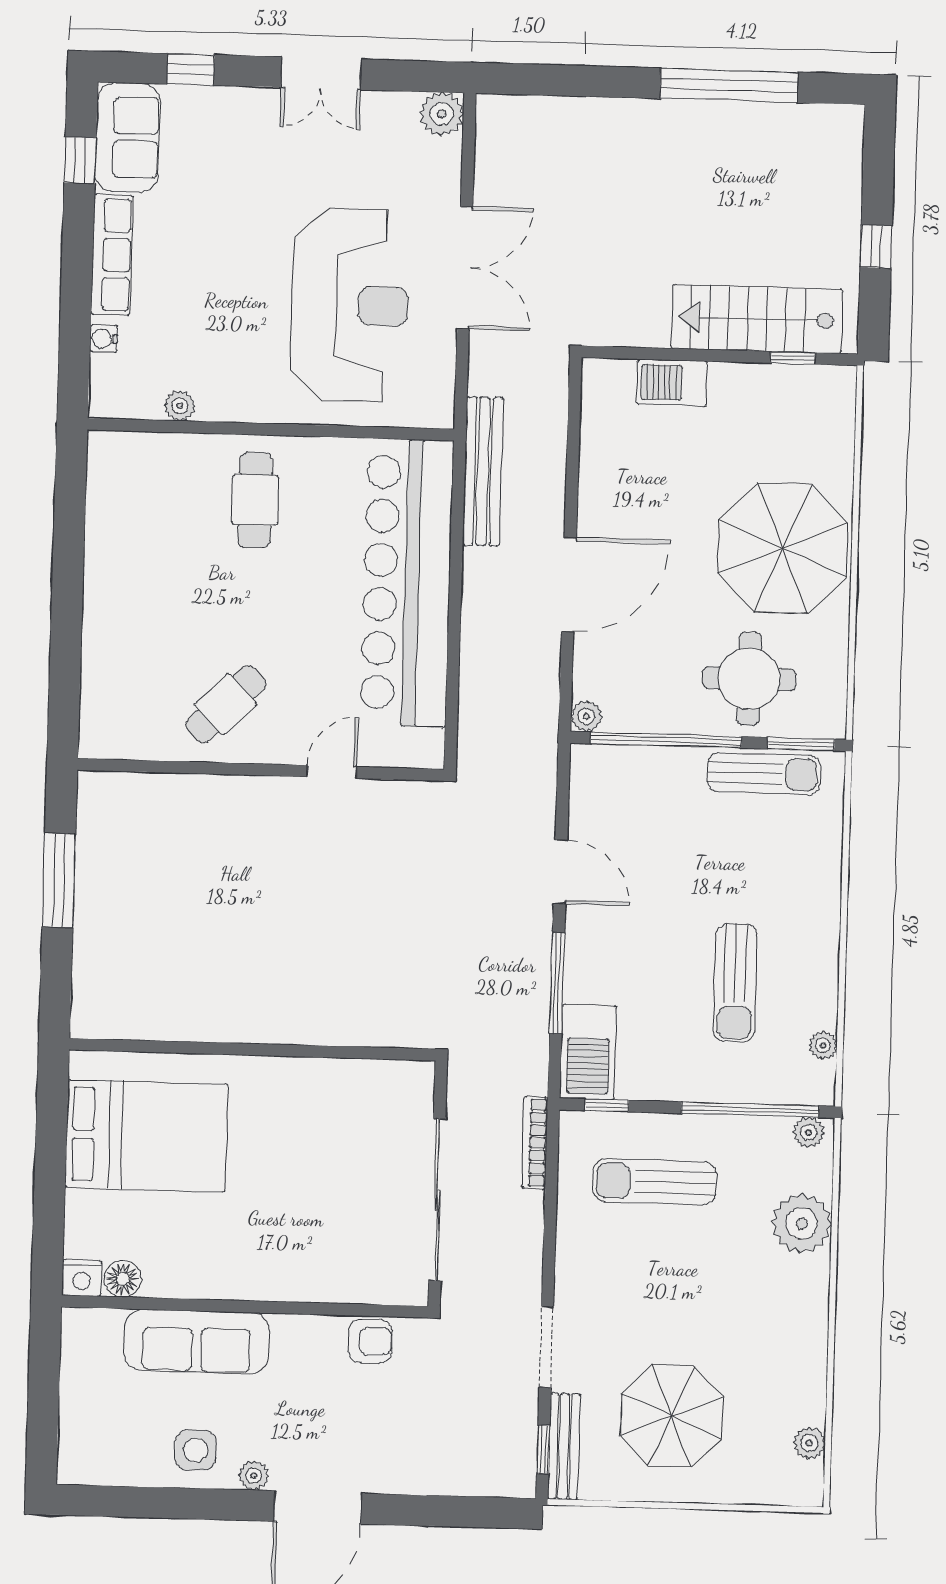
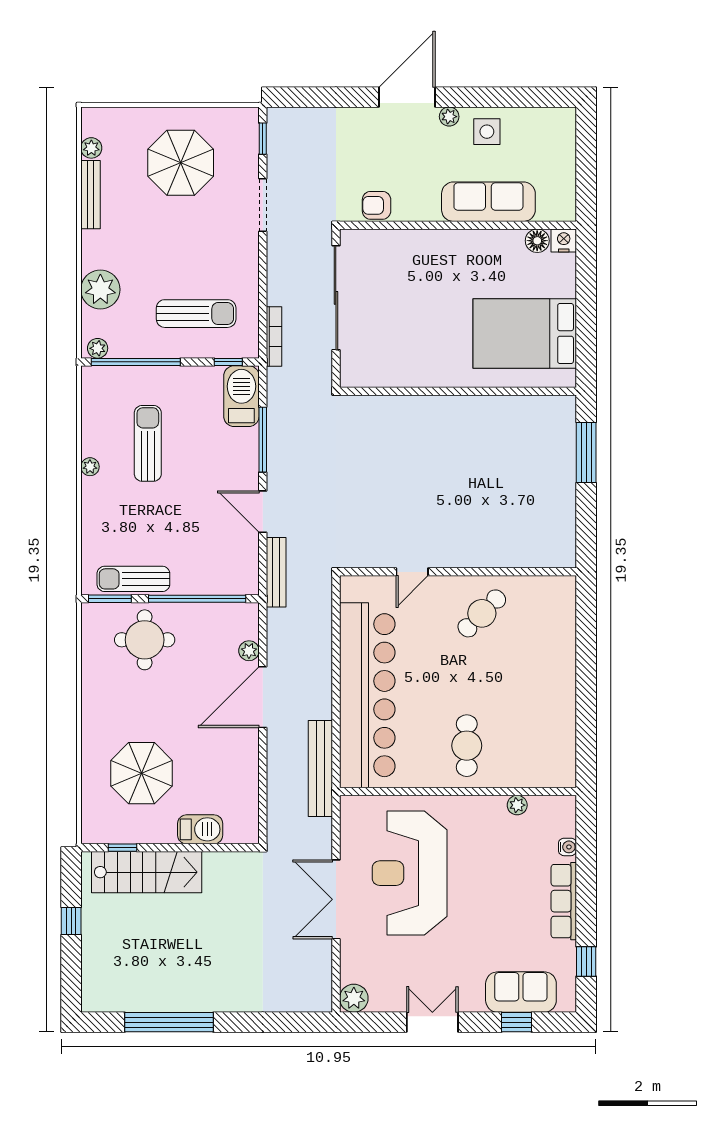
sofa: (128, 137) -> (521, 992), moved, turned 90
parasol: (783, 548) -> (142, 773), moved, width x0.73, depth x0.73
plant: (586, 716) -> (249, 651), moved
bench: (542, 777) -> (276, 572), added
window: (59, 880) -> (586, 452), moved
plant: (823, 1045) -> (90, 467), moved
bench: (564, 1446) -> (90, 195), moved

